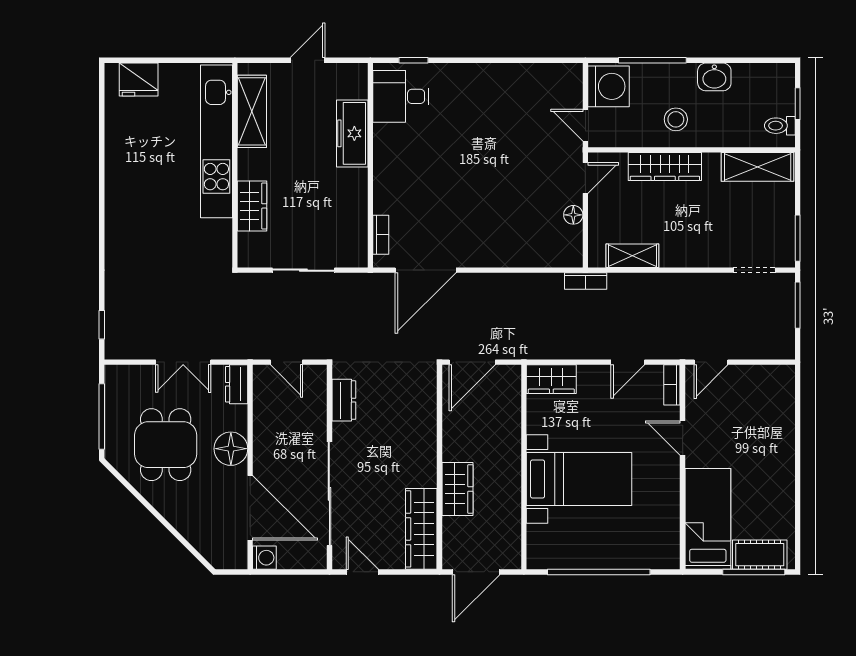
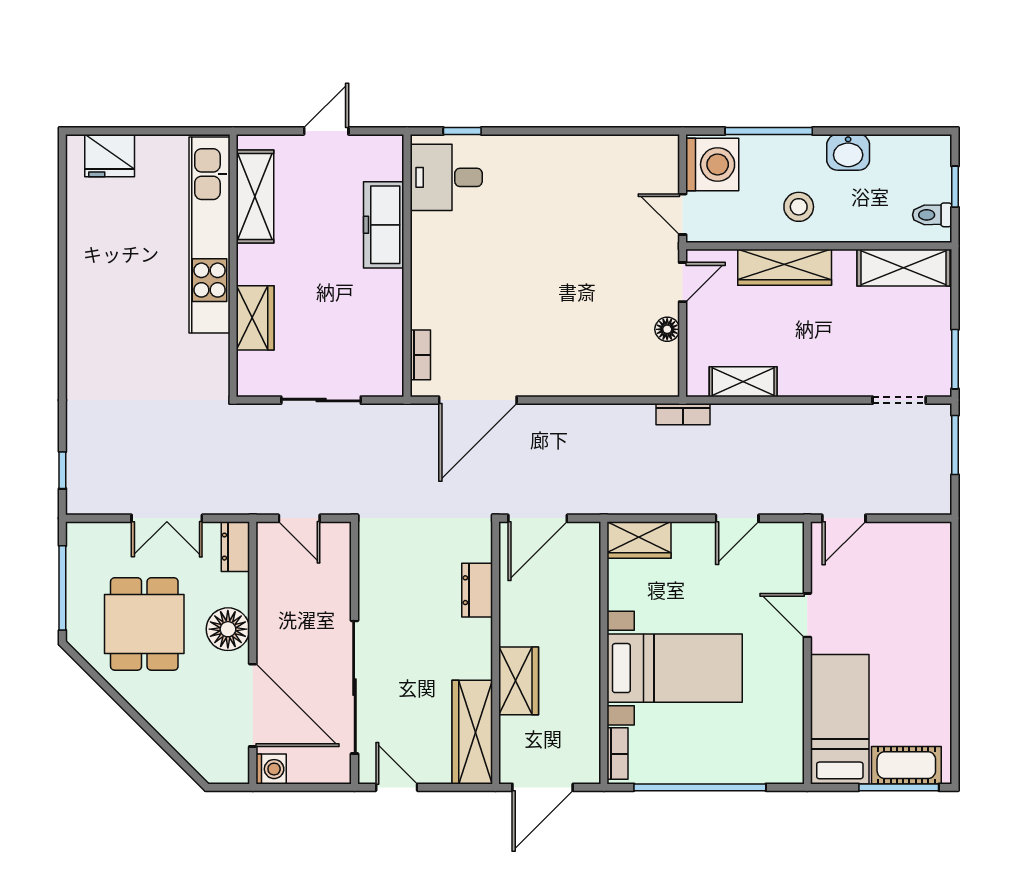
bookcase: (672, 385) -> (618, 754), moved, turned 180
dresser: (344, 400) -> (477, 590), moved, turned 180

